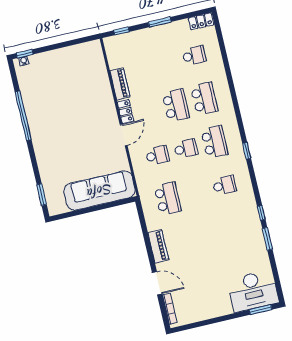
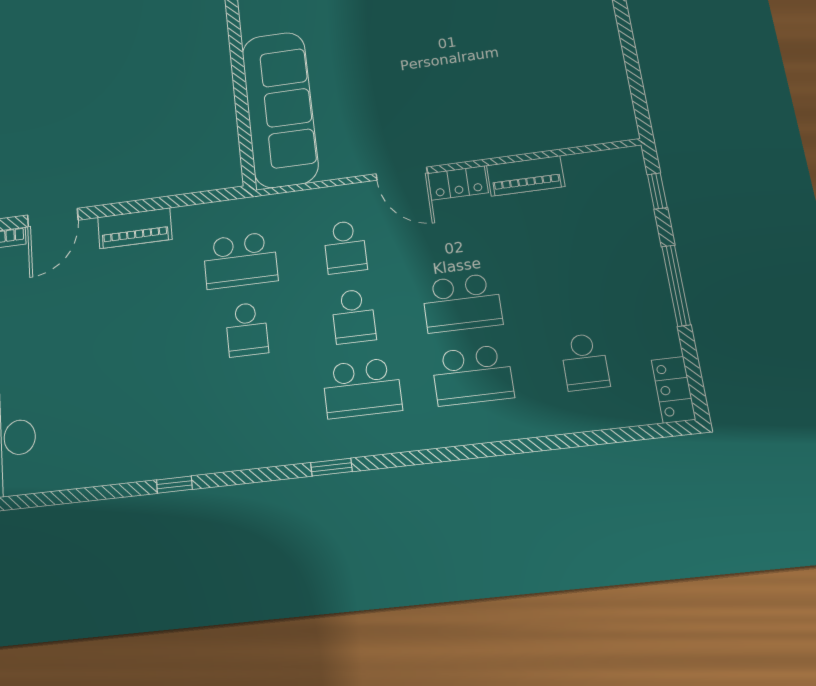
window: (160, 22) -> (676, 285), width x1.44
school desk: (224, 185) -> (247, 329), moved
window: (267, 239) -> (110, 492), removed

